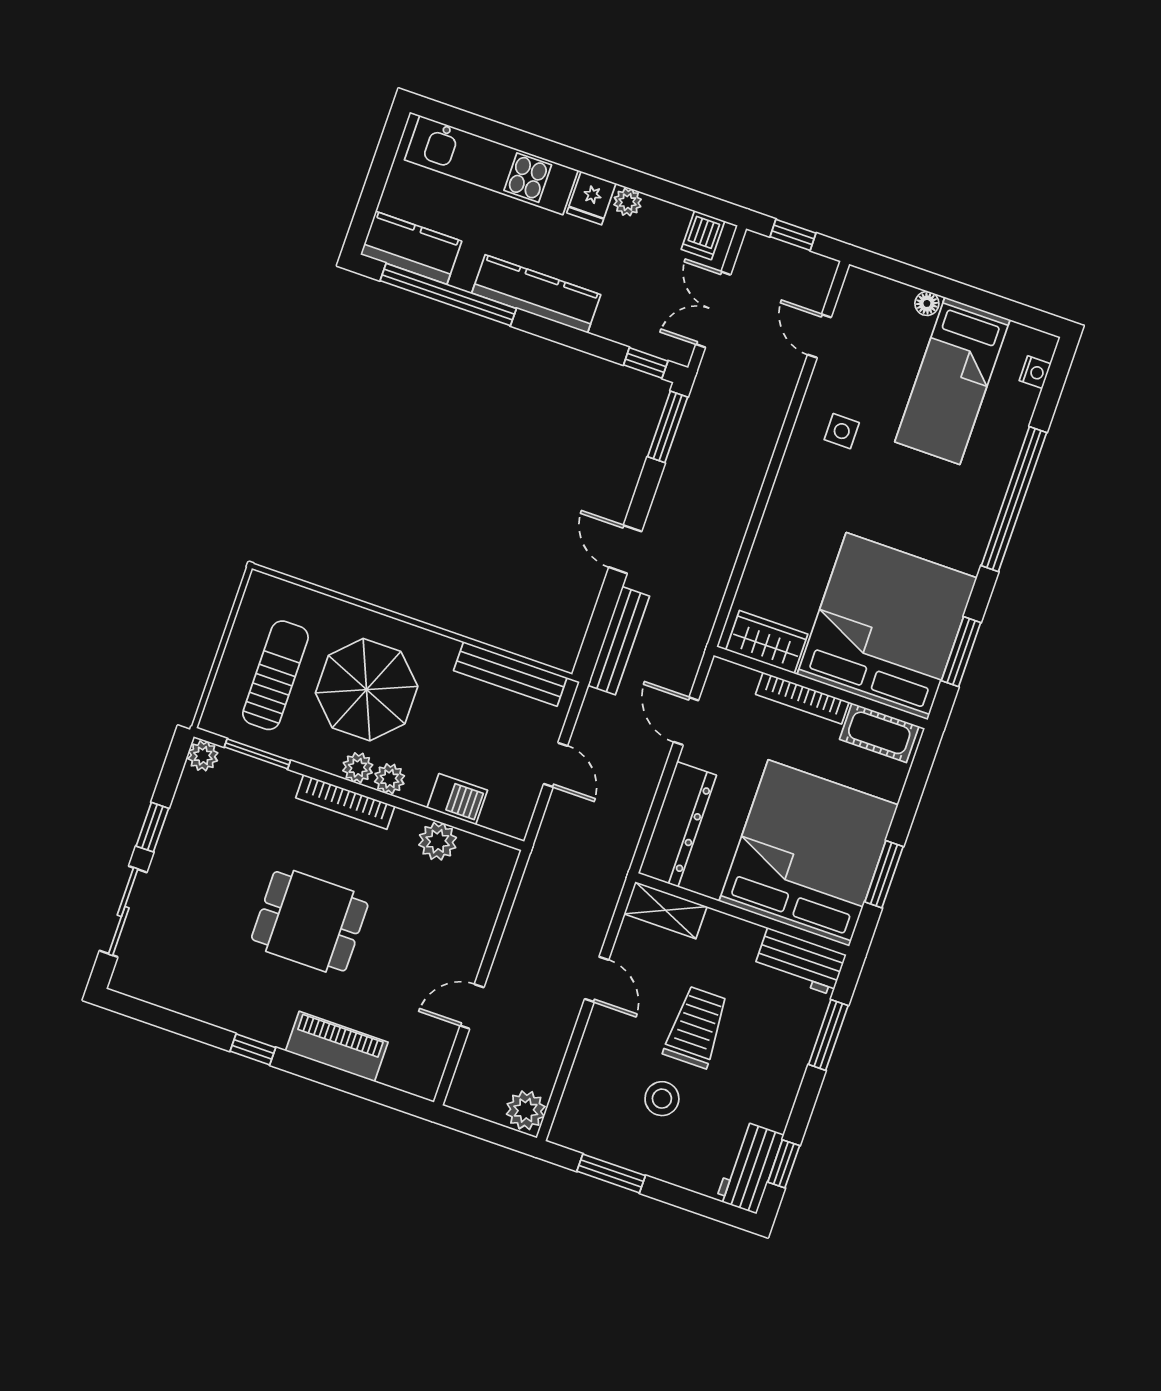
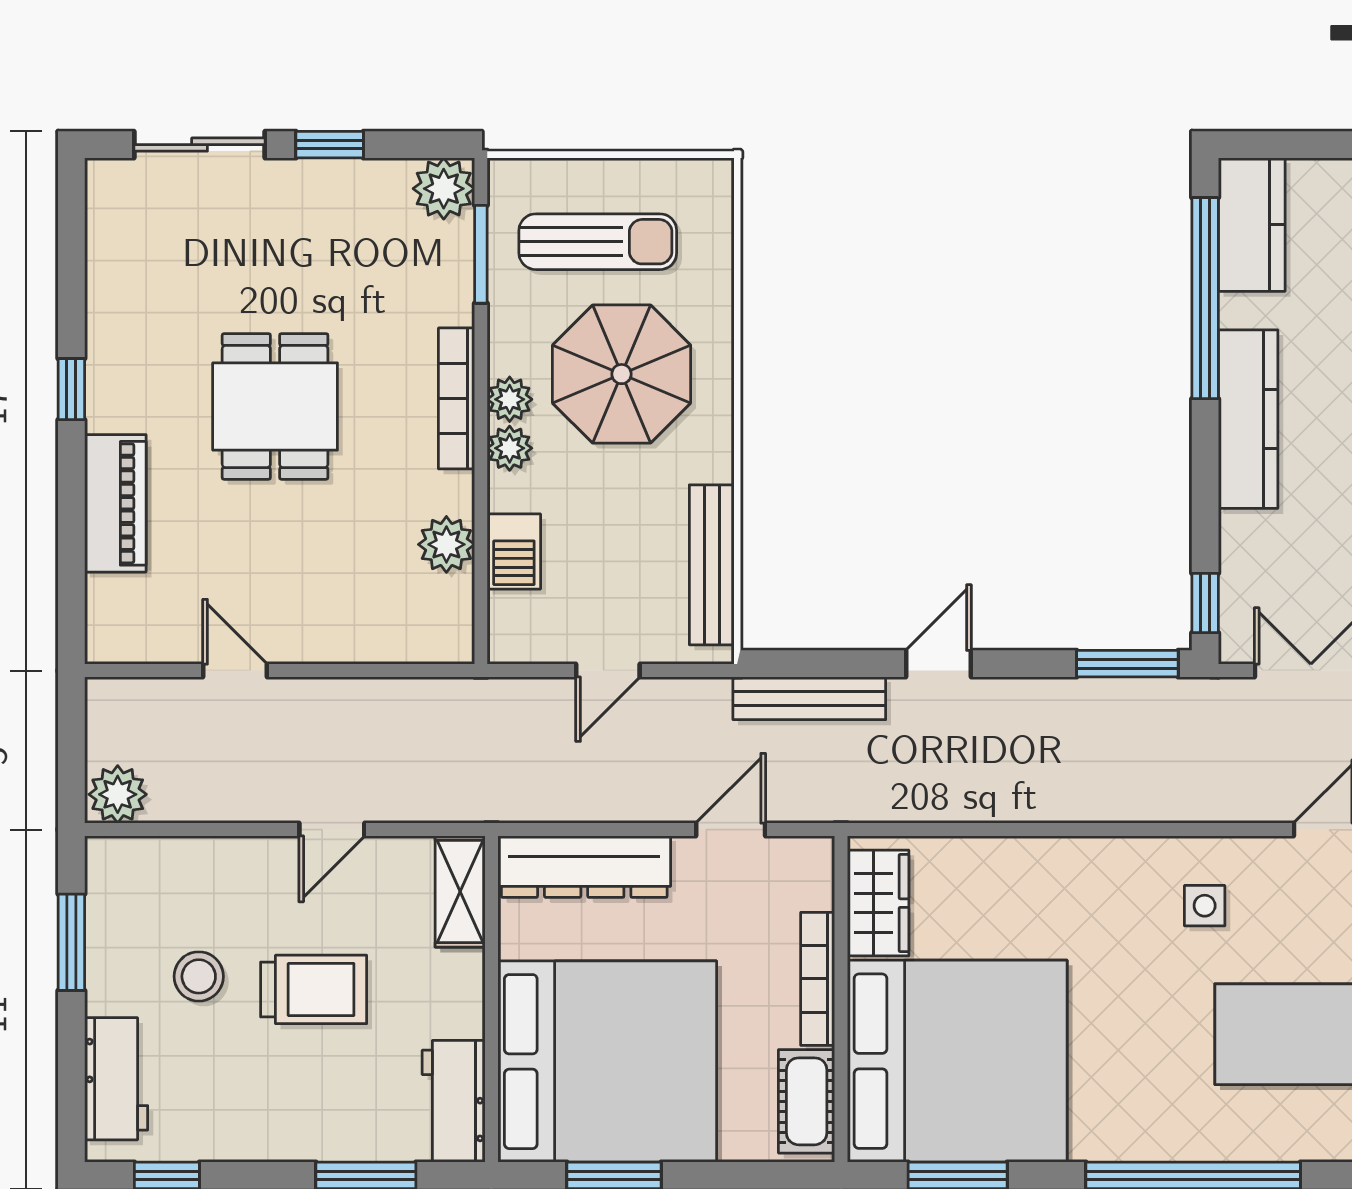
plant: (203, 756) -> (444, 189), width x1.38, depth x1.38
workbench: (750, 1168) -> (116, 1079), moved, turned 90

